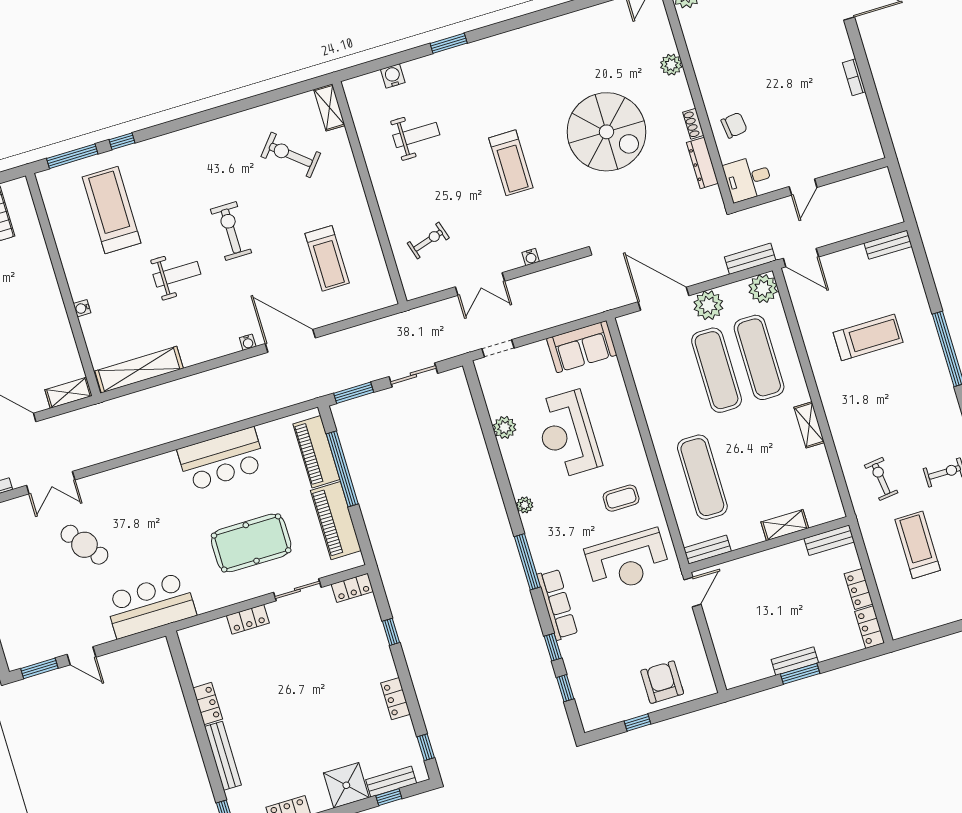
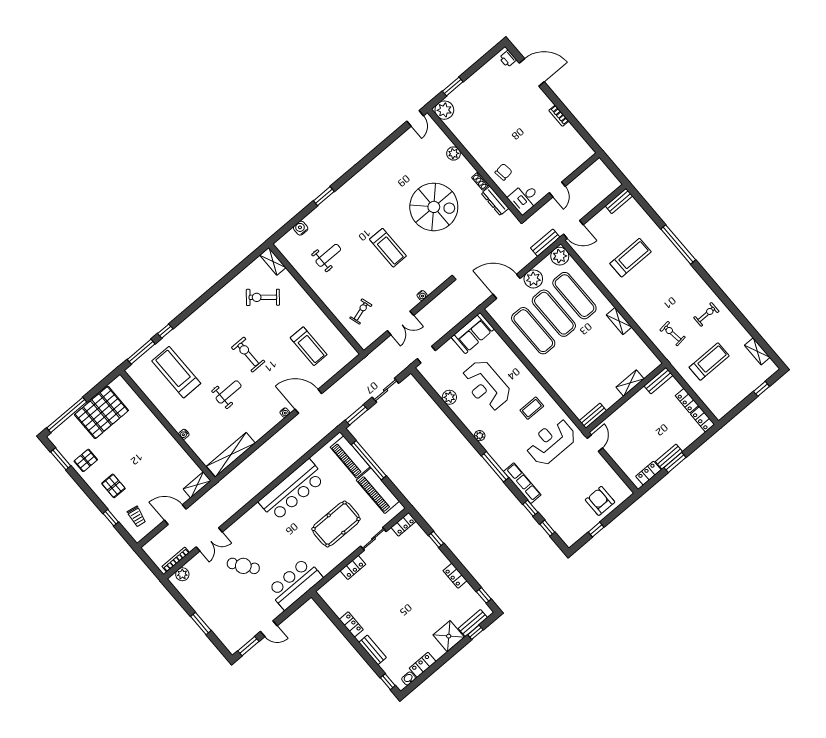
bar counter: (222, 459) -> (292, 490), width x1.36
exercise mat: (702, 477) -> (533, 331), moved
treadmill: (918, 545) -> (709, 362), turned 90
reception desk: (627, 561) -> (551, 442), turned 180
locker: (753, 672) -> (648, 473), added
bench: (223, 756) -> (372, 650), width x0.73

